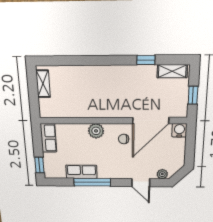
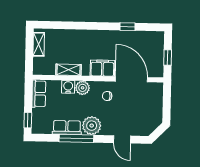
shelving: (172, 71) -> (68, 70), moved
filing cabinet: (117, 109) -> (102, 68), added
door: (151, 121) -> (131, 79), swing flipped
water cooler: (179, 130) -> (68, 87), moved
plant: (162, 174) -> (92, 126), moved, width x1.87, depth x1.87

